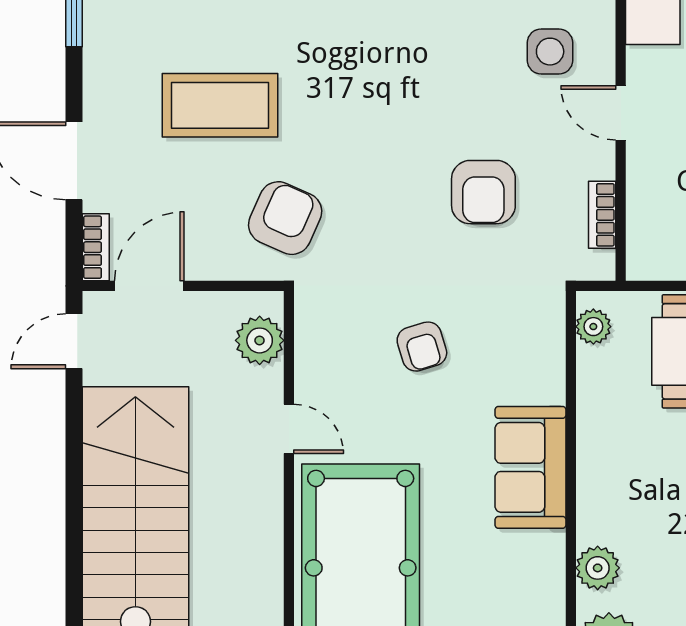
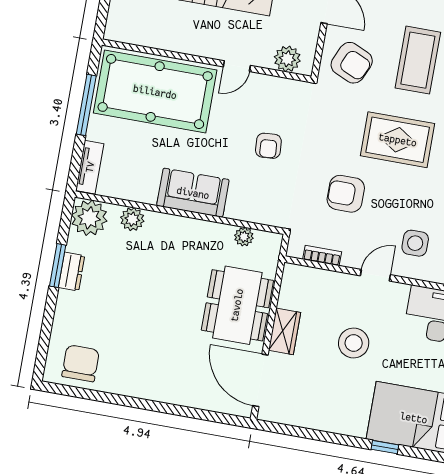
rug: (370, 116) -> (398, 140), added
armchair: (285, 218) -> (352, 63), moved
plant: (593, 327) -> (244, 237), moved
armchair: (422, 347) -> (268, 146), turned -77

